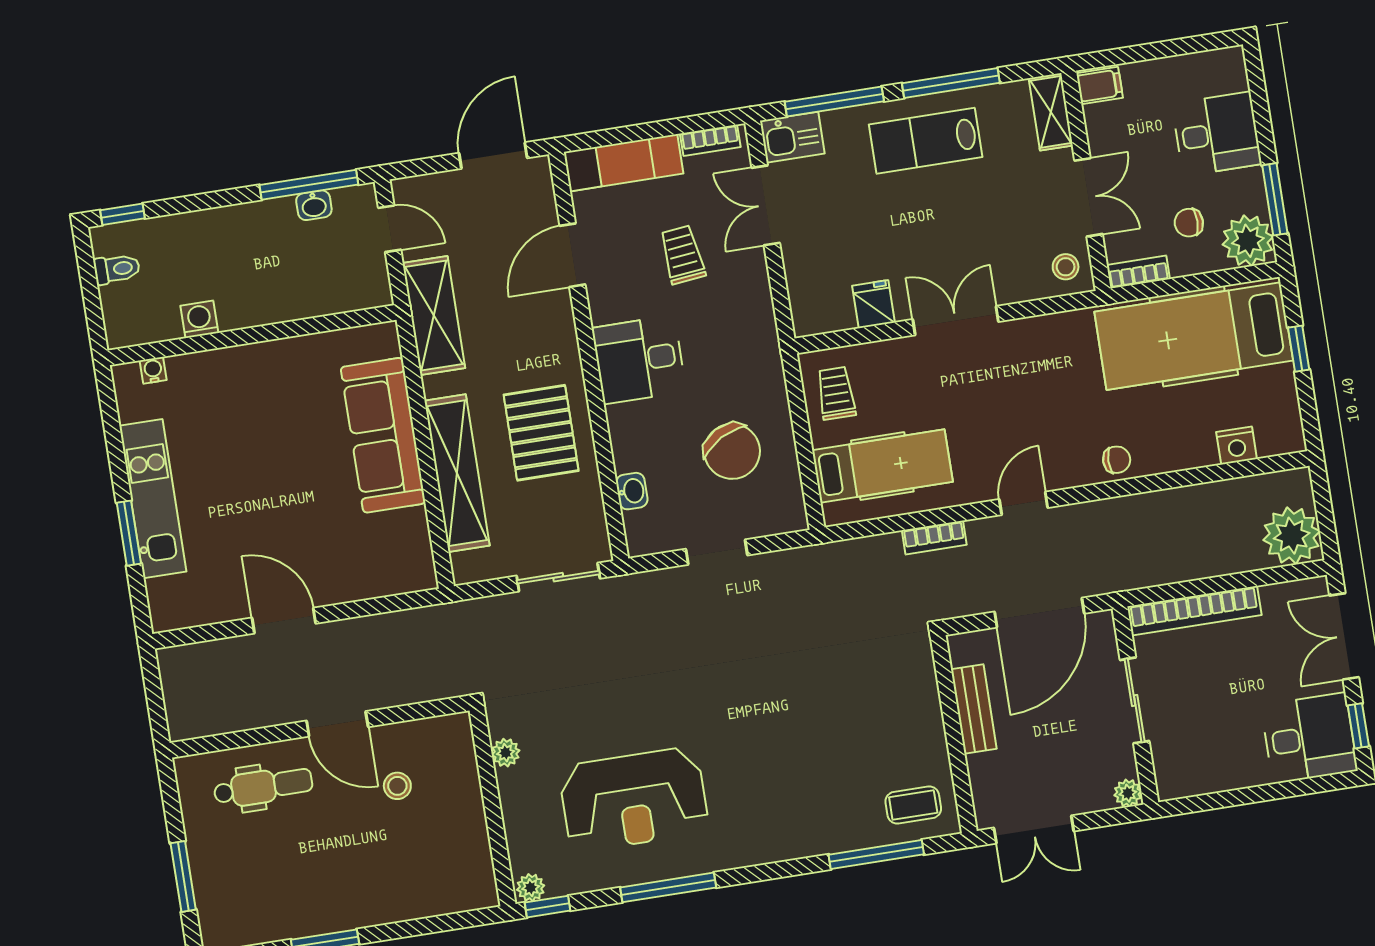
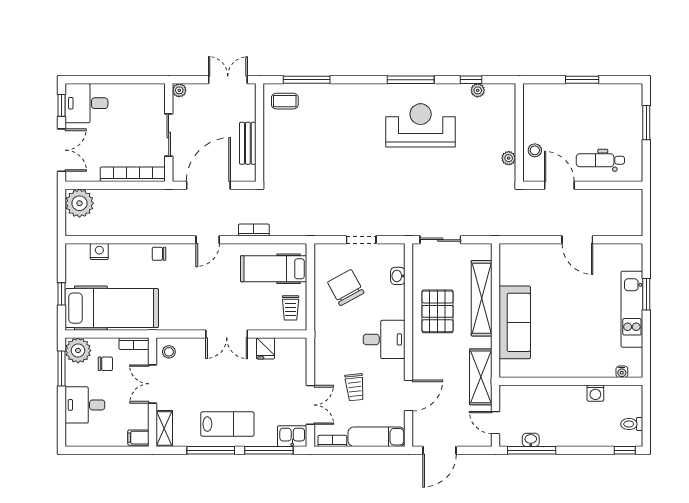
plant: (506, 753) -> (509, 158), moved
wall: (492, 807) -> (519, 132), moved

